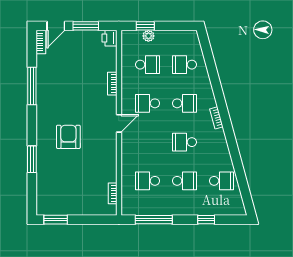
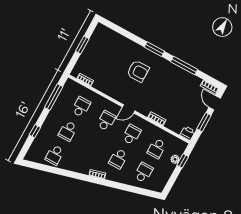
door: (119, 123) -> (129, 109), hinge flipped
school desk: (184, 142) -> (106, 121), moved
window: (32, 159) -> (154, 49), moved
window: (56, 220) -> (82, 45), moved

